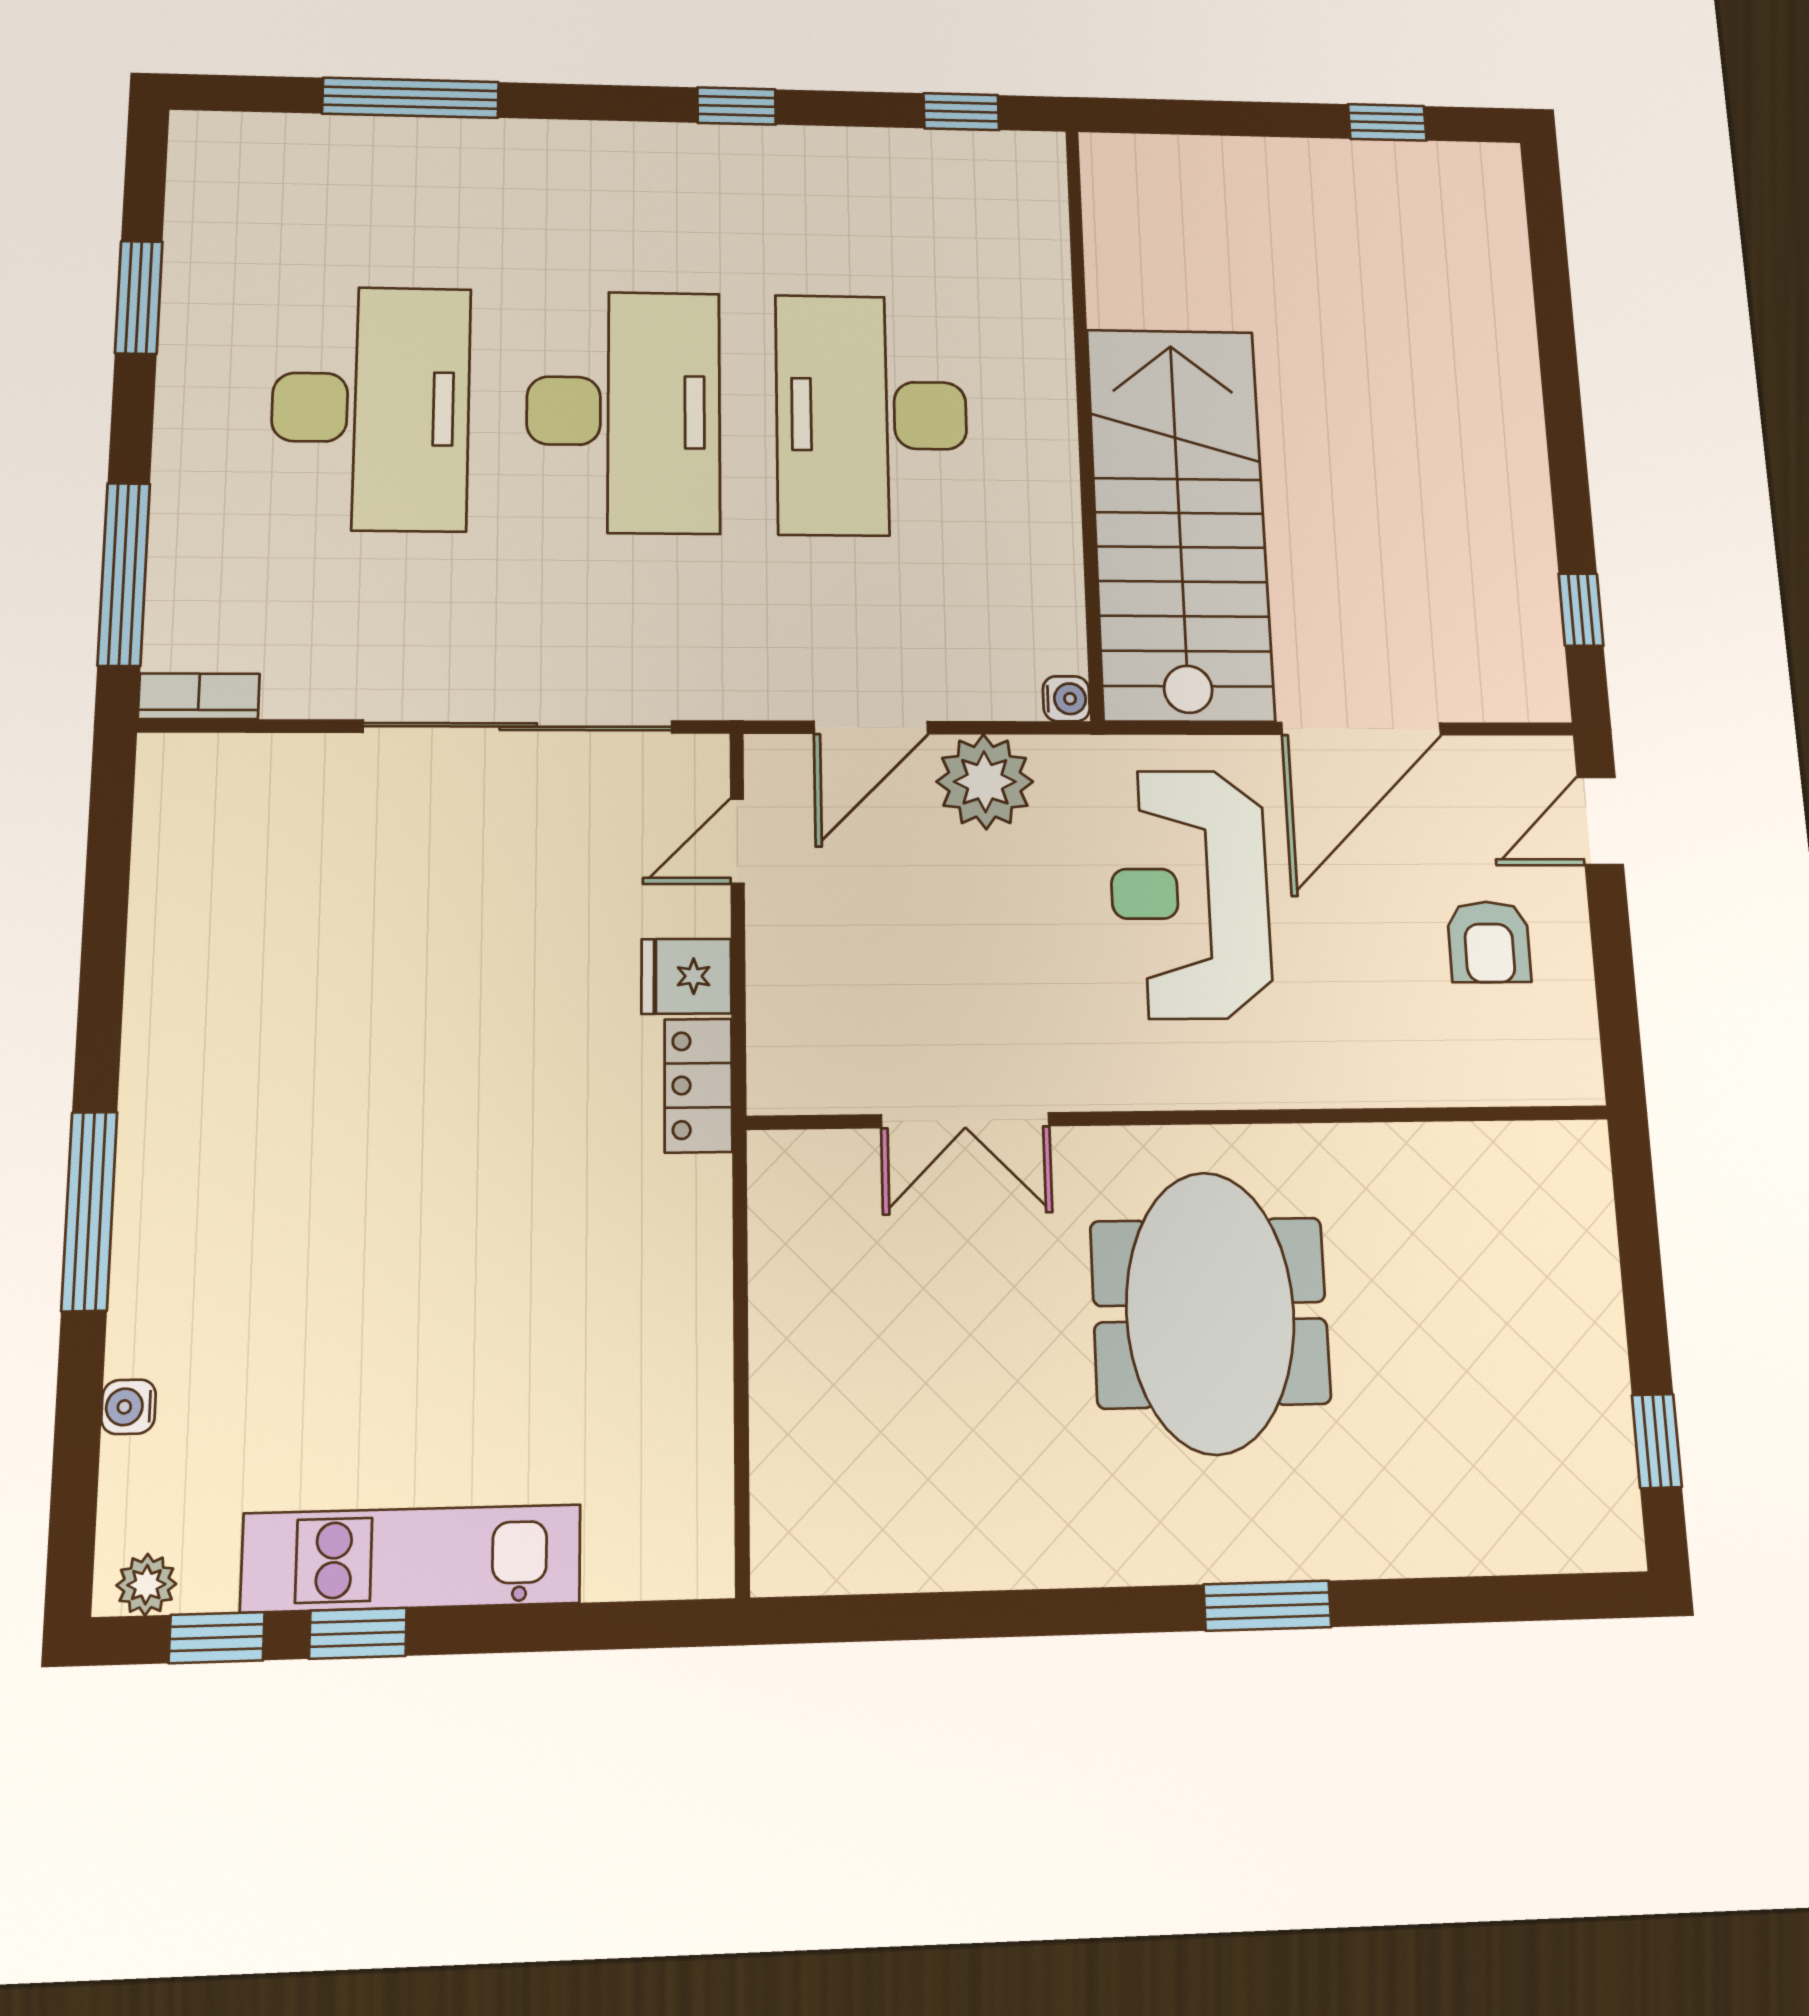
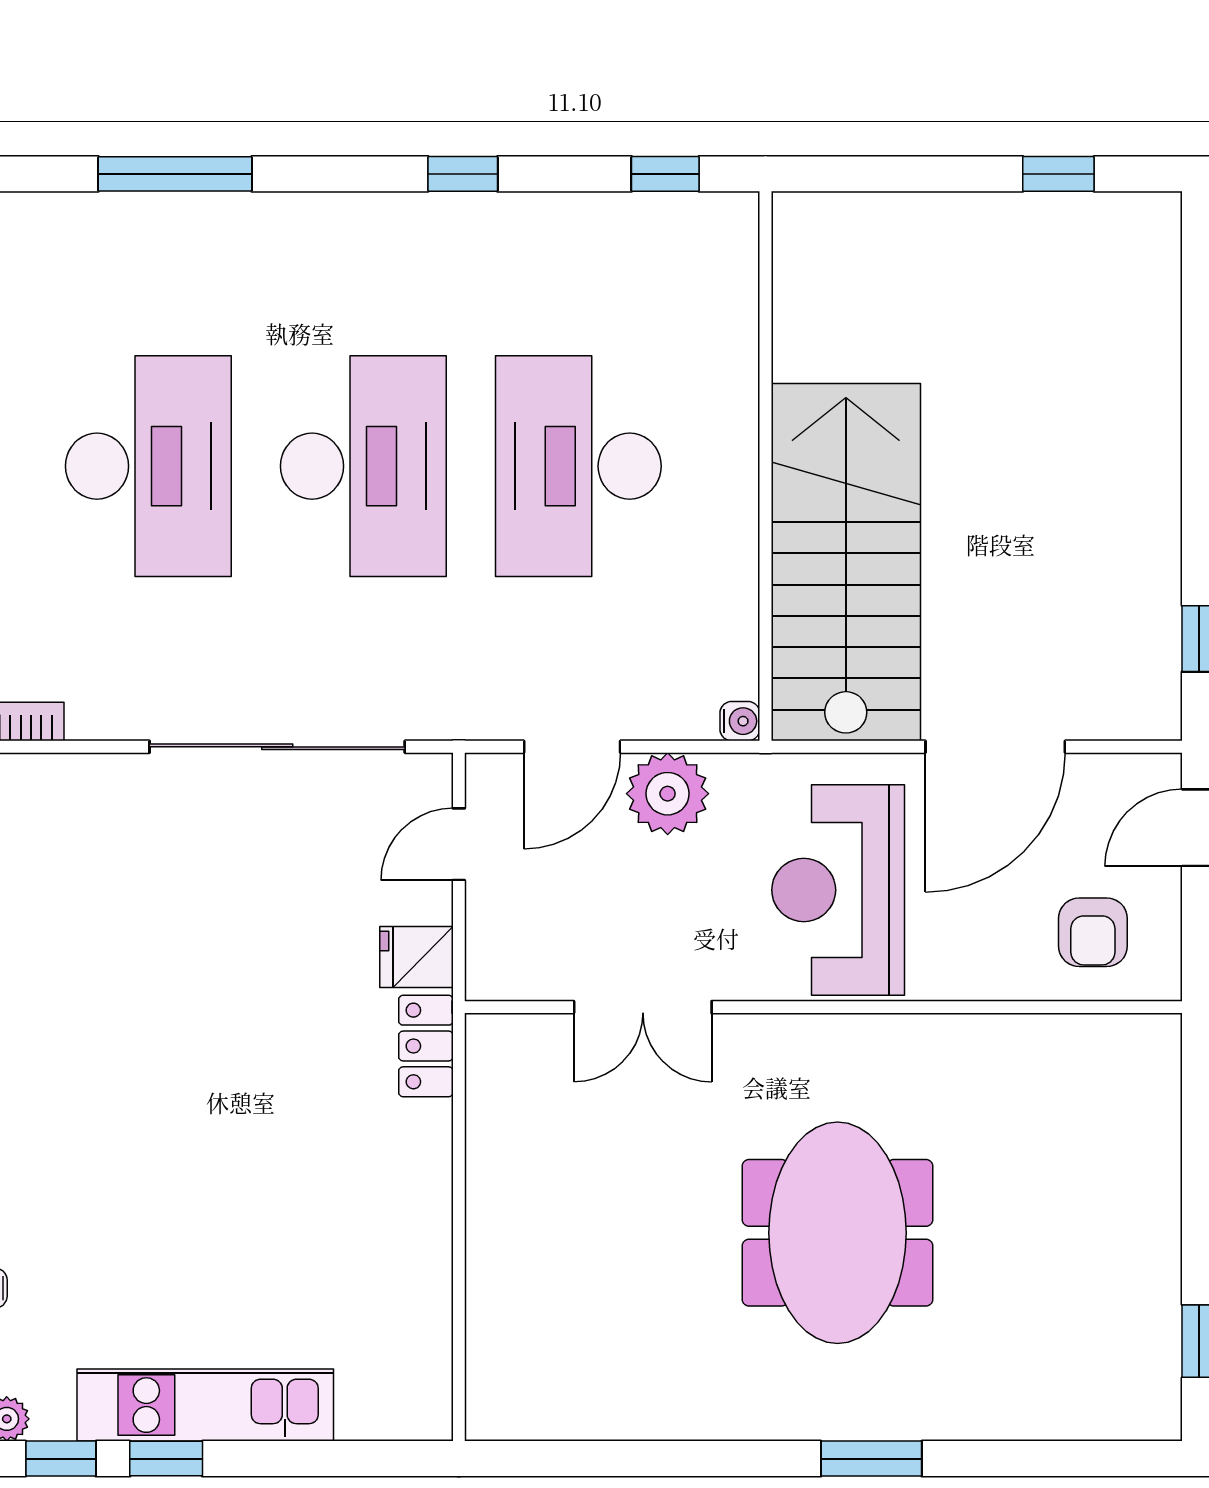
wall: (1183, 1118) -> (823, 1007), moved
double door: (965, 1120) -> (643, 1007), moved

